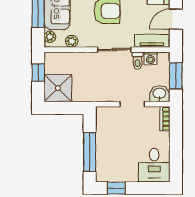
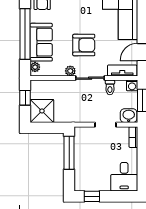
plant: (72, 41) -> (70, 71), moved
washing machine: (151, 58) -> (132, 85), moved
window: (90, 152) -> (69, 153), moved

